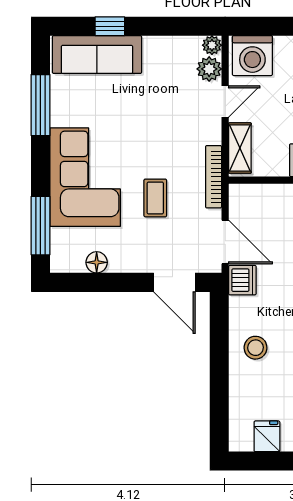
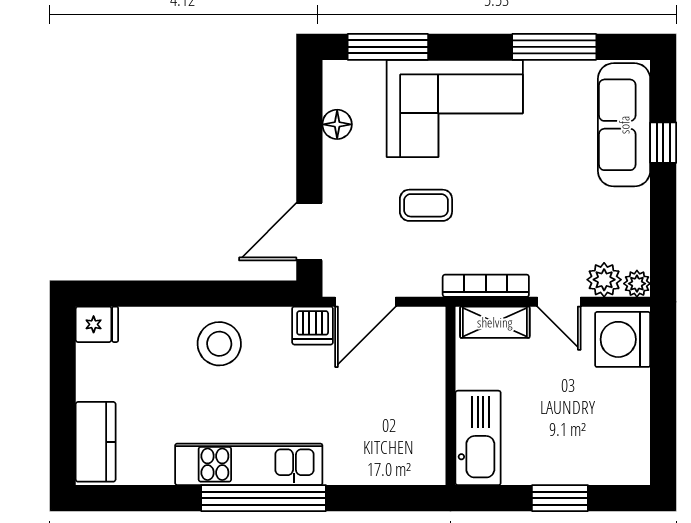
bookcase: (214, 177) -> (486, 286), moved
stool: (255, 348) -> (219, 344), width x1.38, depth x1.38
fridge: (267, 436) -> (97, 324), moved

